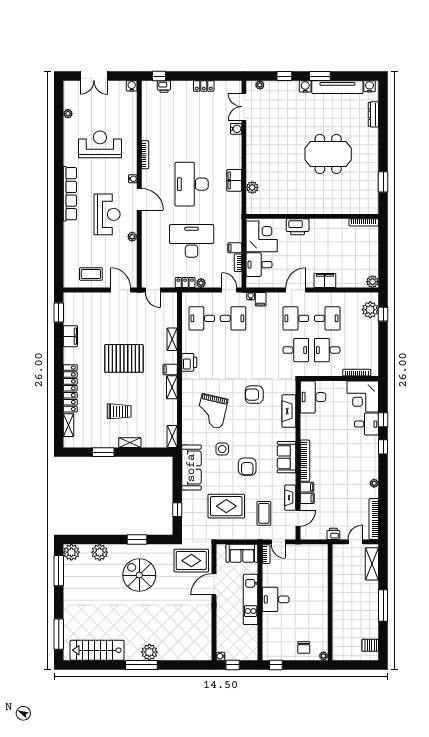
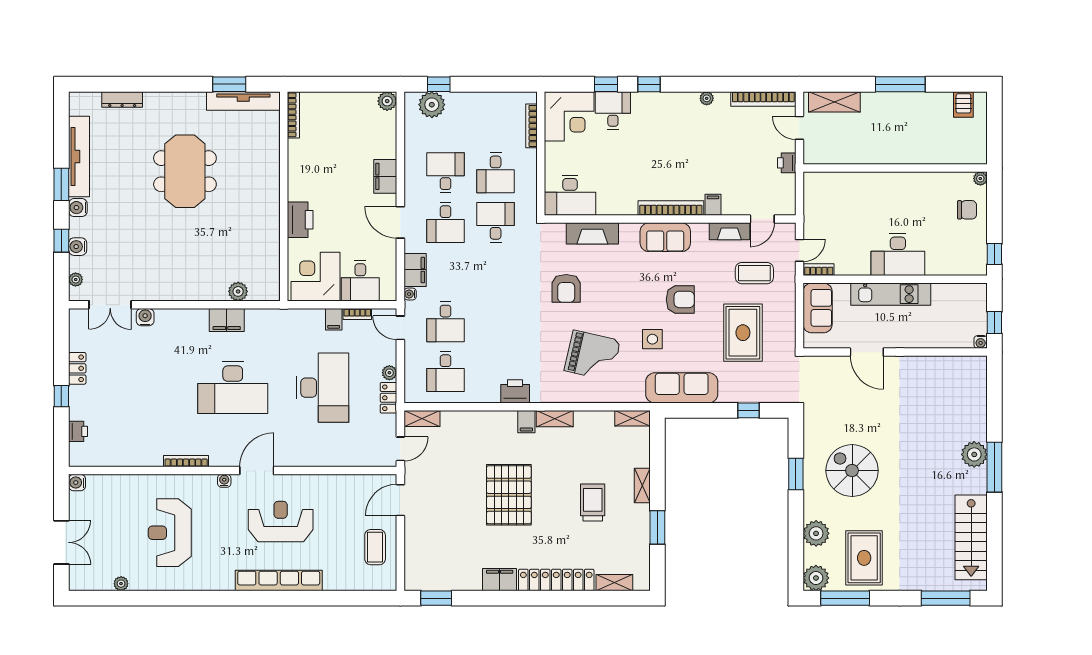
window: (159, 76) -> (61, 396), moved
water cooler: (370, 86) -> (78, 247), moved
tv unit: (373, 191) -> (243, 101), added
row of seats: (70, 194) -> (279, 581), moved
plant: (132, 237) -> (316, 482), removed
desk: (192, 241) -> (323, 388), turned 180
door: (229, 290) -> (400, 328), hinge flipped
filing cabinet: (261, 299) -> (415, 270), width x2.00
desk: (233, 318) -> (446, 322), turned 180
filing cabinet: (70, 336) -> (500, 580), moved
shelving: (172, 339) -> (422, 418), moved
filing cabinet: (307, 498) -> (731, 204), removed
door: (298, 518) -> (762, 219), swing flipped
rug: (191, 561) -> (864, 558), moved
spiral stairs: (139, 575) -> (852, 471), turned 90
desk: (276, 599) -> (898, 255), width x1.37

